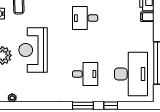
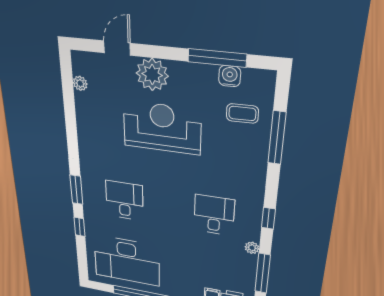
desk: (85, 74) -> (125, 201), turned 180

